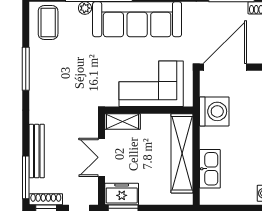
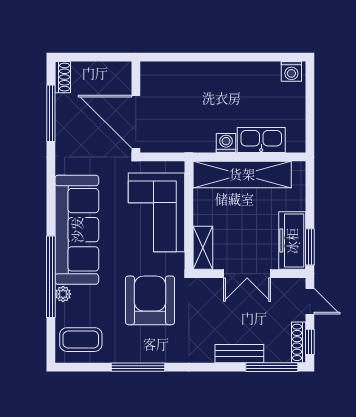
armchair: (80, 79) -> (150, 300), added
washing machine: (214, 111) -> (226, 143), moved, width x0.53, depth x0.53
bench: (37, 151) -> (239, 354), width x0.73
freezer: (122, 194) -> (292, 241), width x1.40

